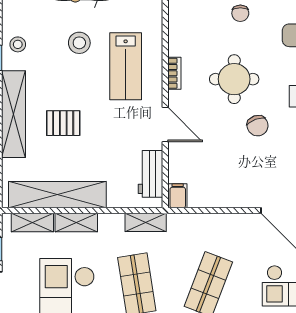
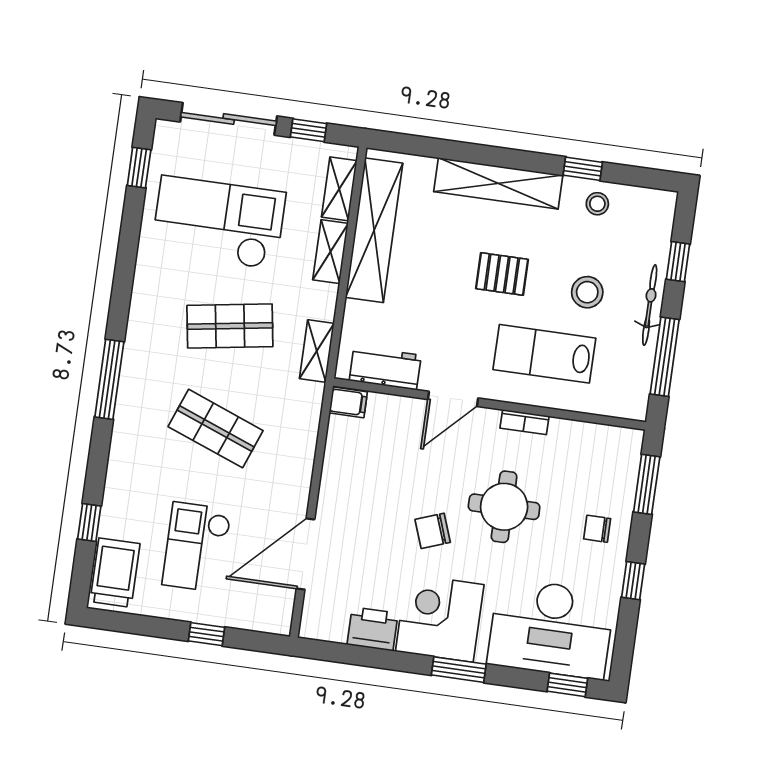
pallet: (63, 123) -> (502, 274), moved, turned 90

